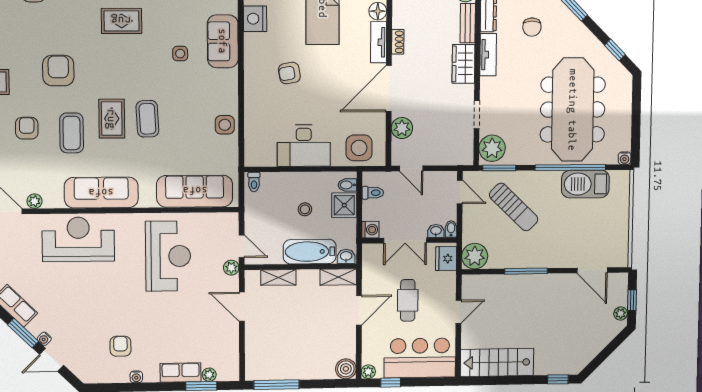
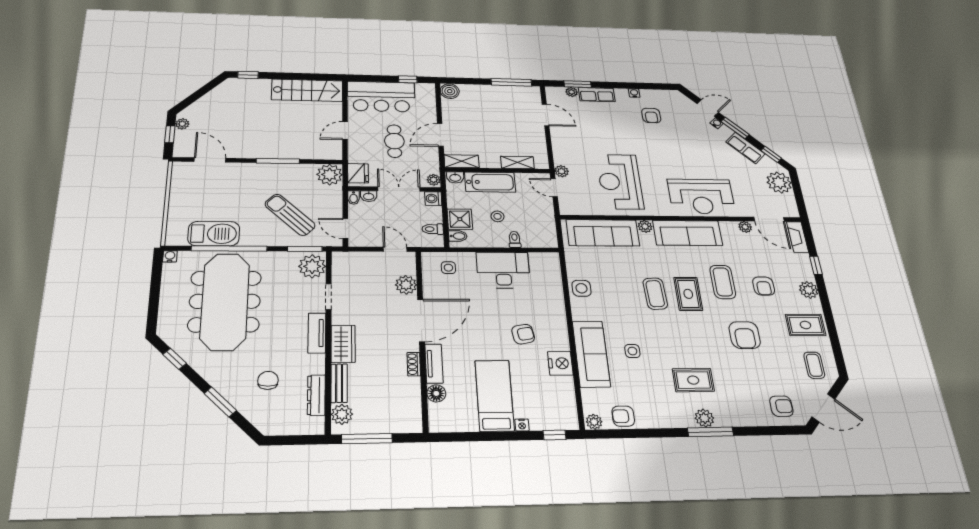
nightstand: (255, 19) -> (560, 363), moved
sofa: (223, 41) -> (591, 354), width x1.36
tv unit: (488, 55) -> (317, 333), moved
side table: (359, 148) -> (448, 268), width x0.54, depth x0.54
toilet: (254, 182) -> (515, 239), moved
plant: (147, 200) -> (645, 226), added
door: (242, 307) -> (546, 115), moved
plant: (368, 372) -> (434, 180), moved

